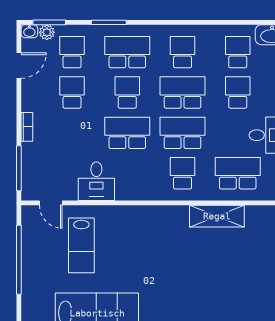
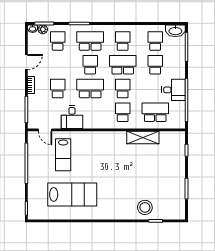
door: (19, 66) -> (26, 62), moved
school desk: (72, 92) -> (58, 89), moved
school desk: (183, 133) -> (123, 89), width x0.54

